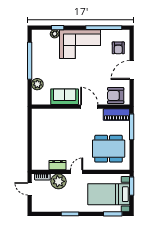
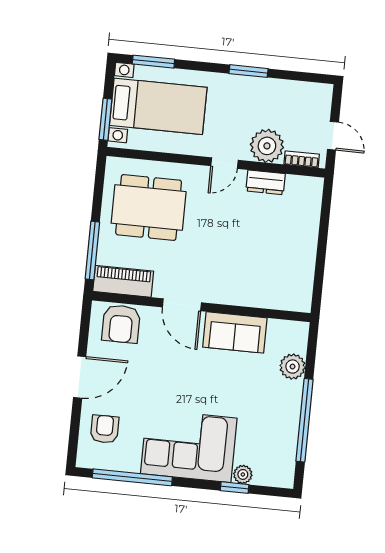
armchair: (116, 96) -> (121, 324), turned 90

